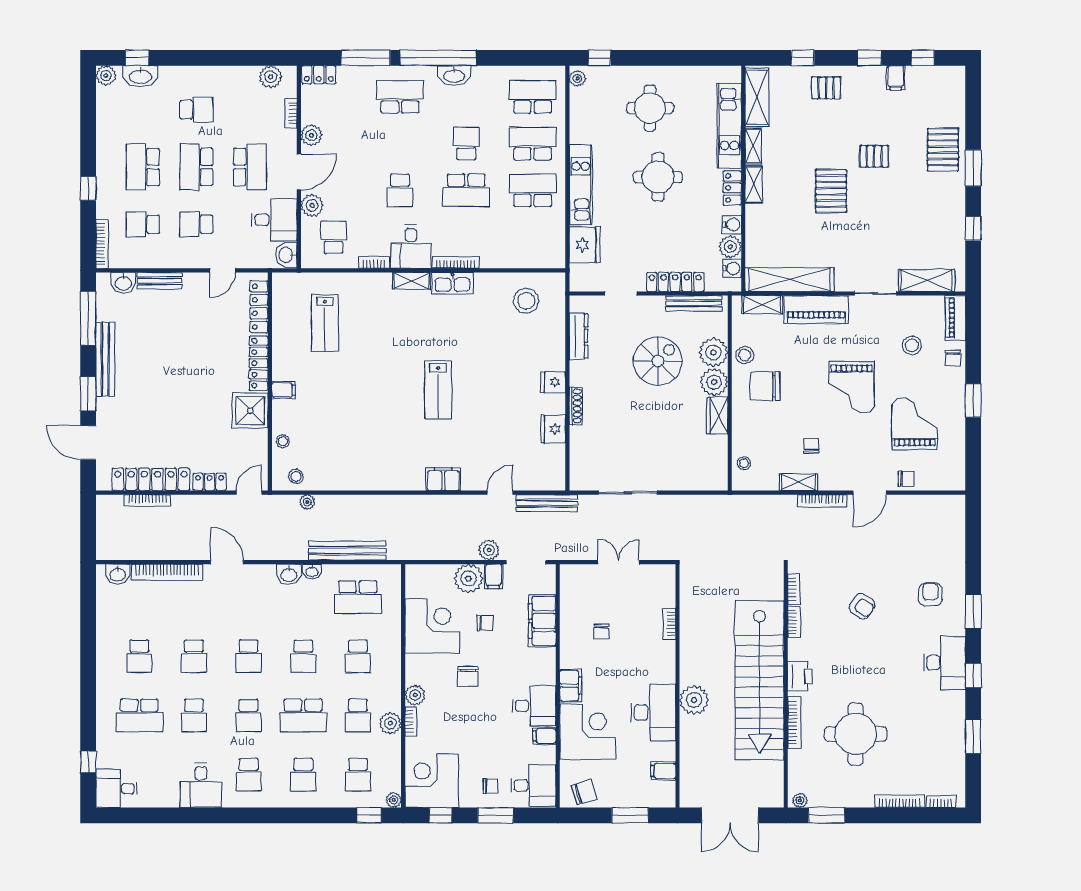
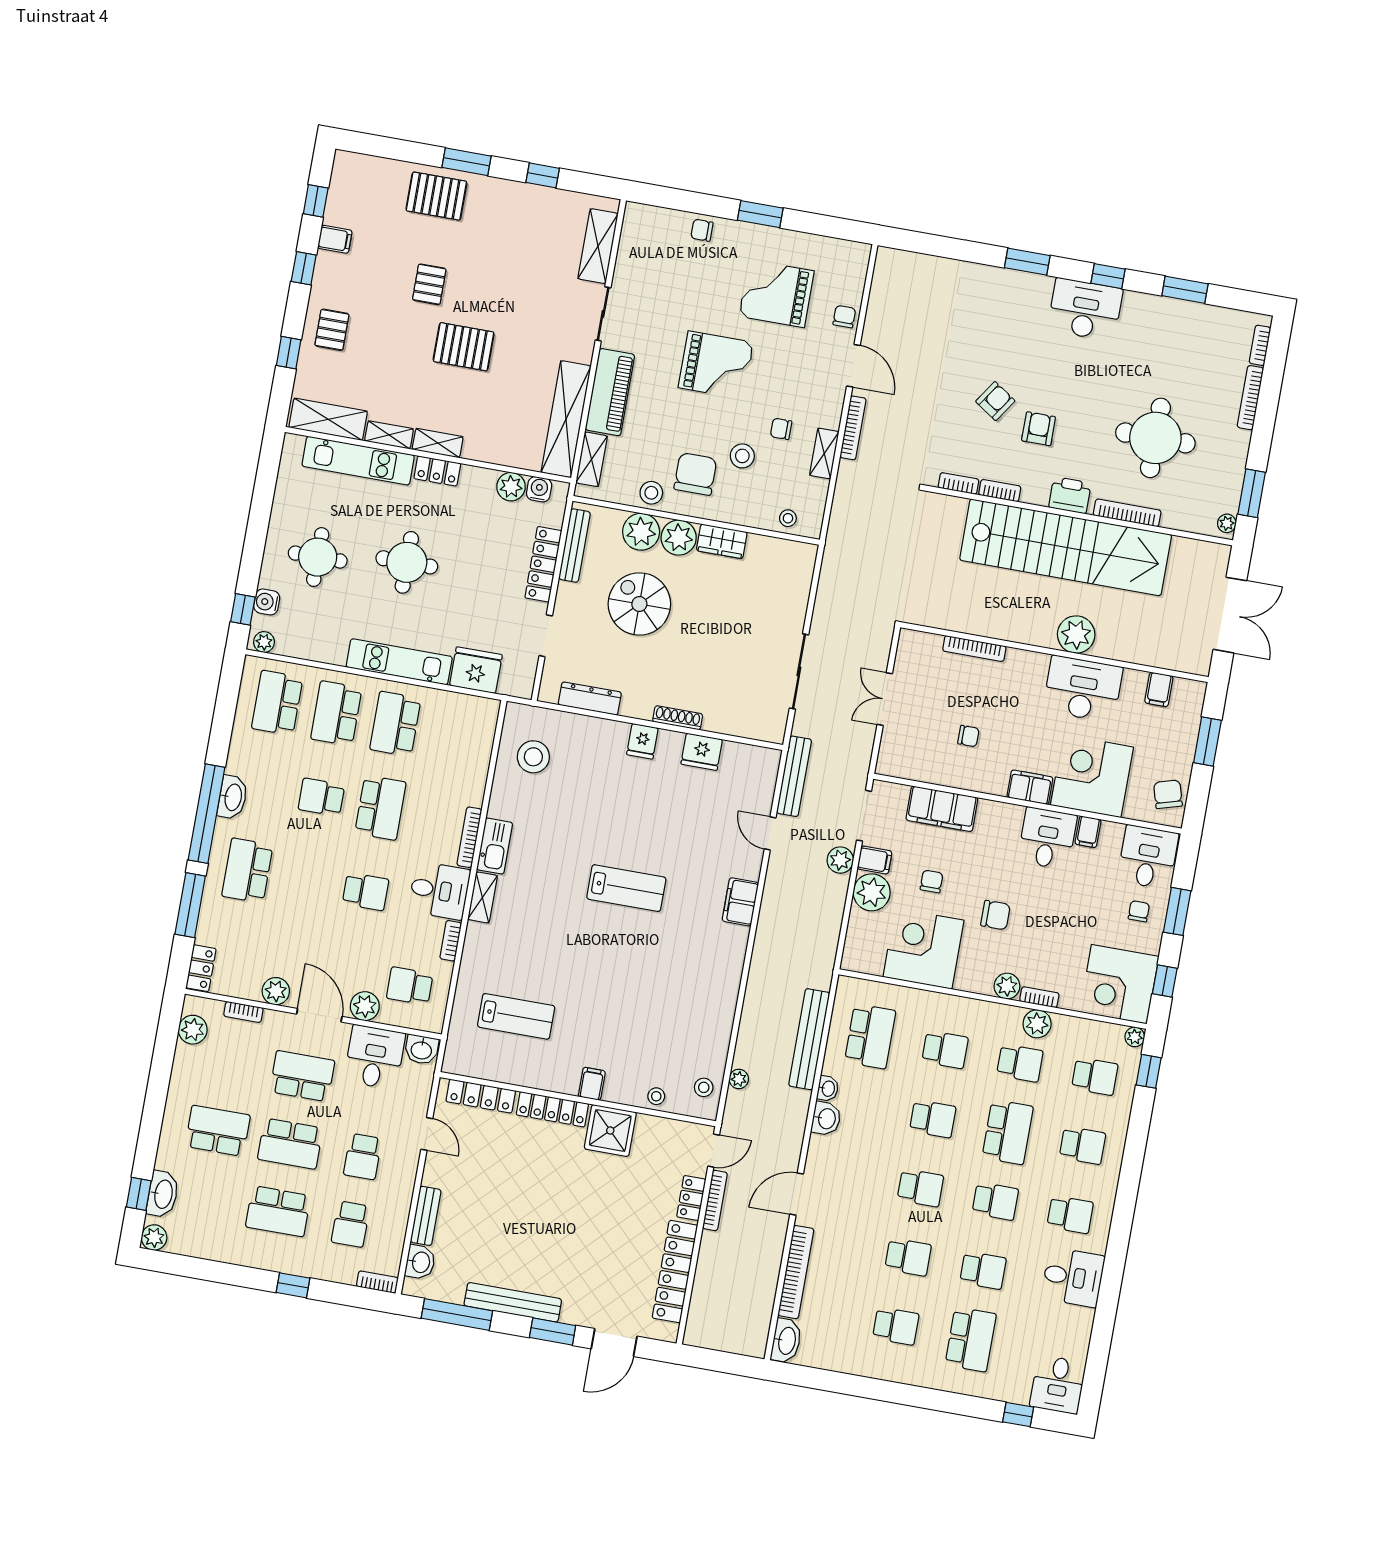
school desk: (196, 110) -> (218, 1131), width x1.85
water cooler: (732, 224) -> (267, 602), moved, turned -90
bookcase: (102, 244) -> (377, 1282), width x0.64
piano: (956, 318) -> (652, 218), removed
stool: (912, 345) -> (742, 456), moved
chair: (953, 358) -> (702, 230), turned 180
chair: (765, 386) -> (695, 474), turned 180
door: (249, 493) -> (714, 1151), swing flipped
bookcase: (147, 500) -> (715, 1201), moved
washbasin: (118, 574) -> (786, 1341), width x1.38
armchair: (930, 594) -> (1039, 429), moved, turned 90
bookcase: (669, 624) -> (974, 649), width x1.56

